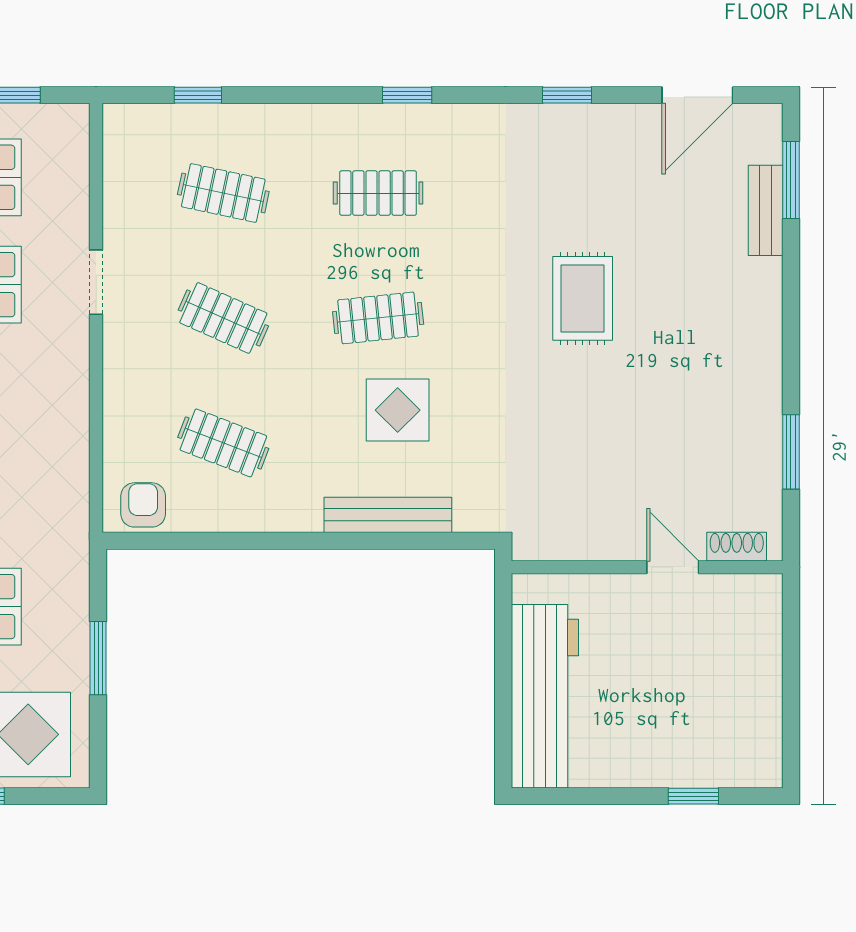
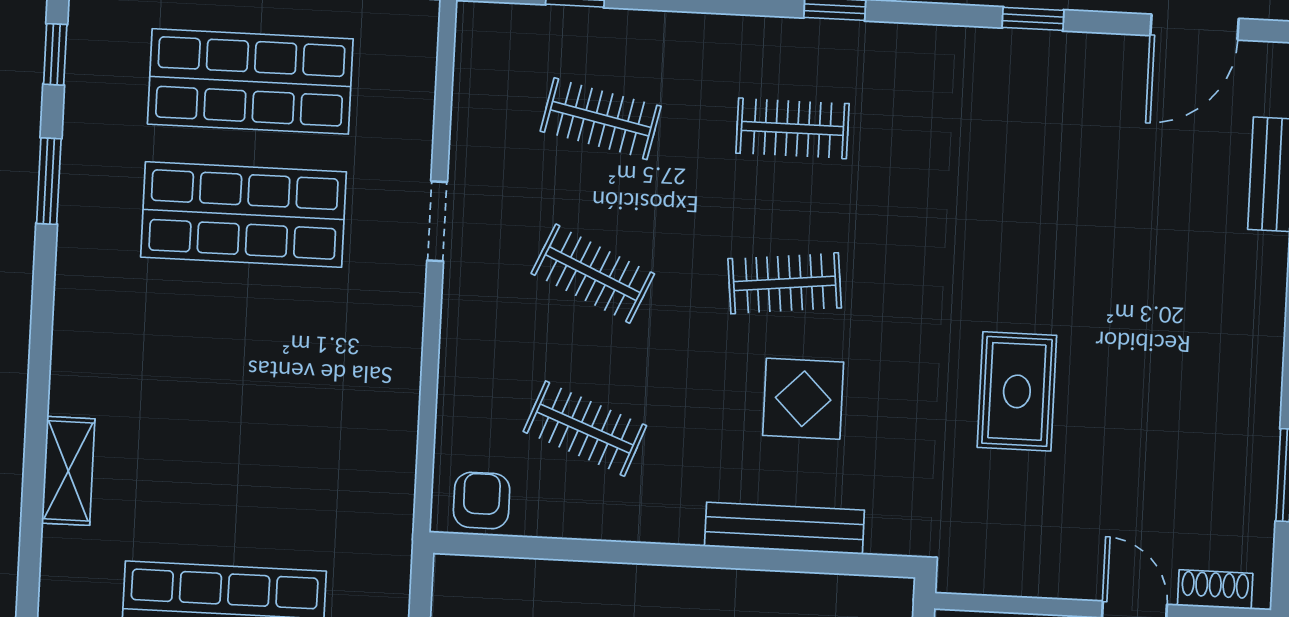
rug: (583, 298) -> (1017, 391), moved

